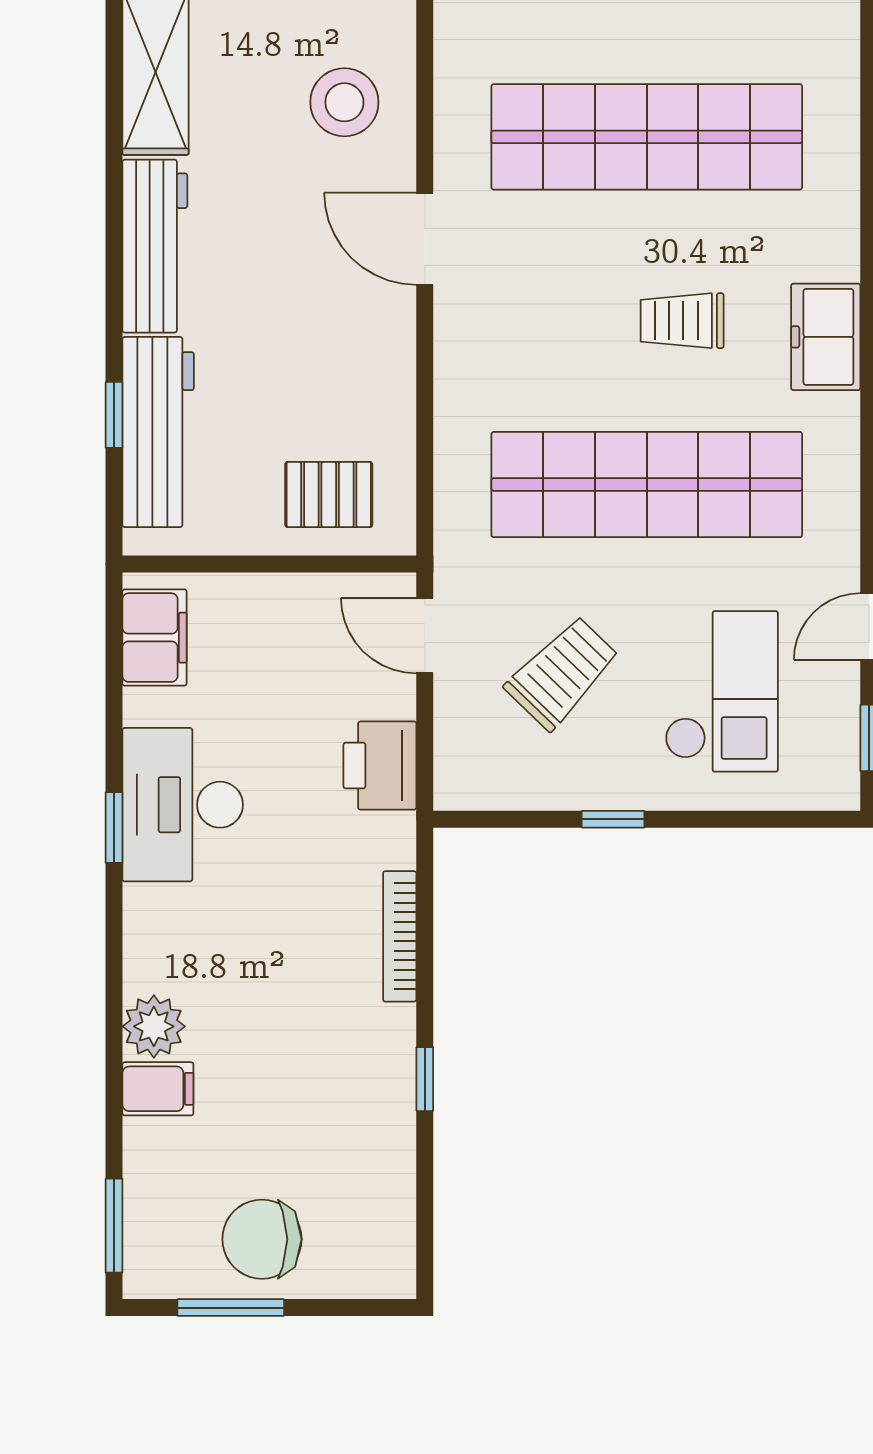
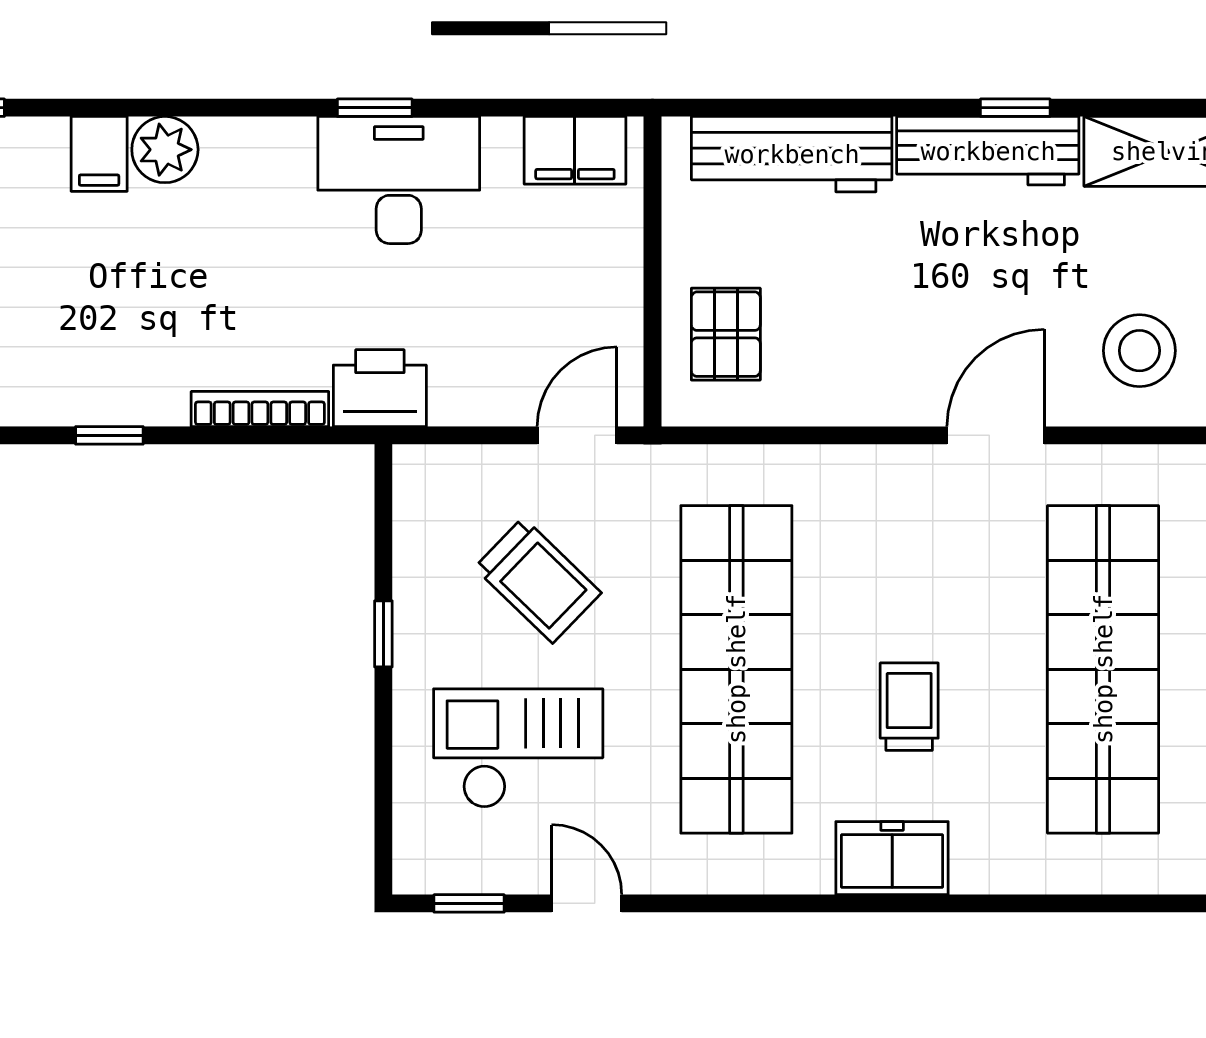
window: (114, 415) -> (1015, 108), moved
checkout: (722, 691) -> (518, 748), turned 180
printer: (380, 766) -> (380, 388), moved

